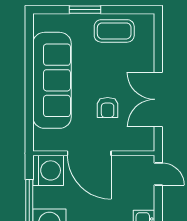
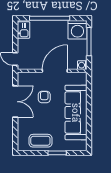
door: (89, 153) -> (55, 71), hinge flipped
washing machine: (48, 170) -> (82, 65), width x0.53, depth x0.53

